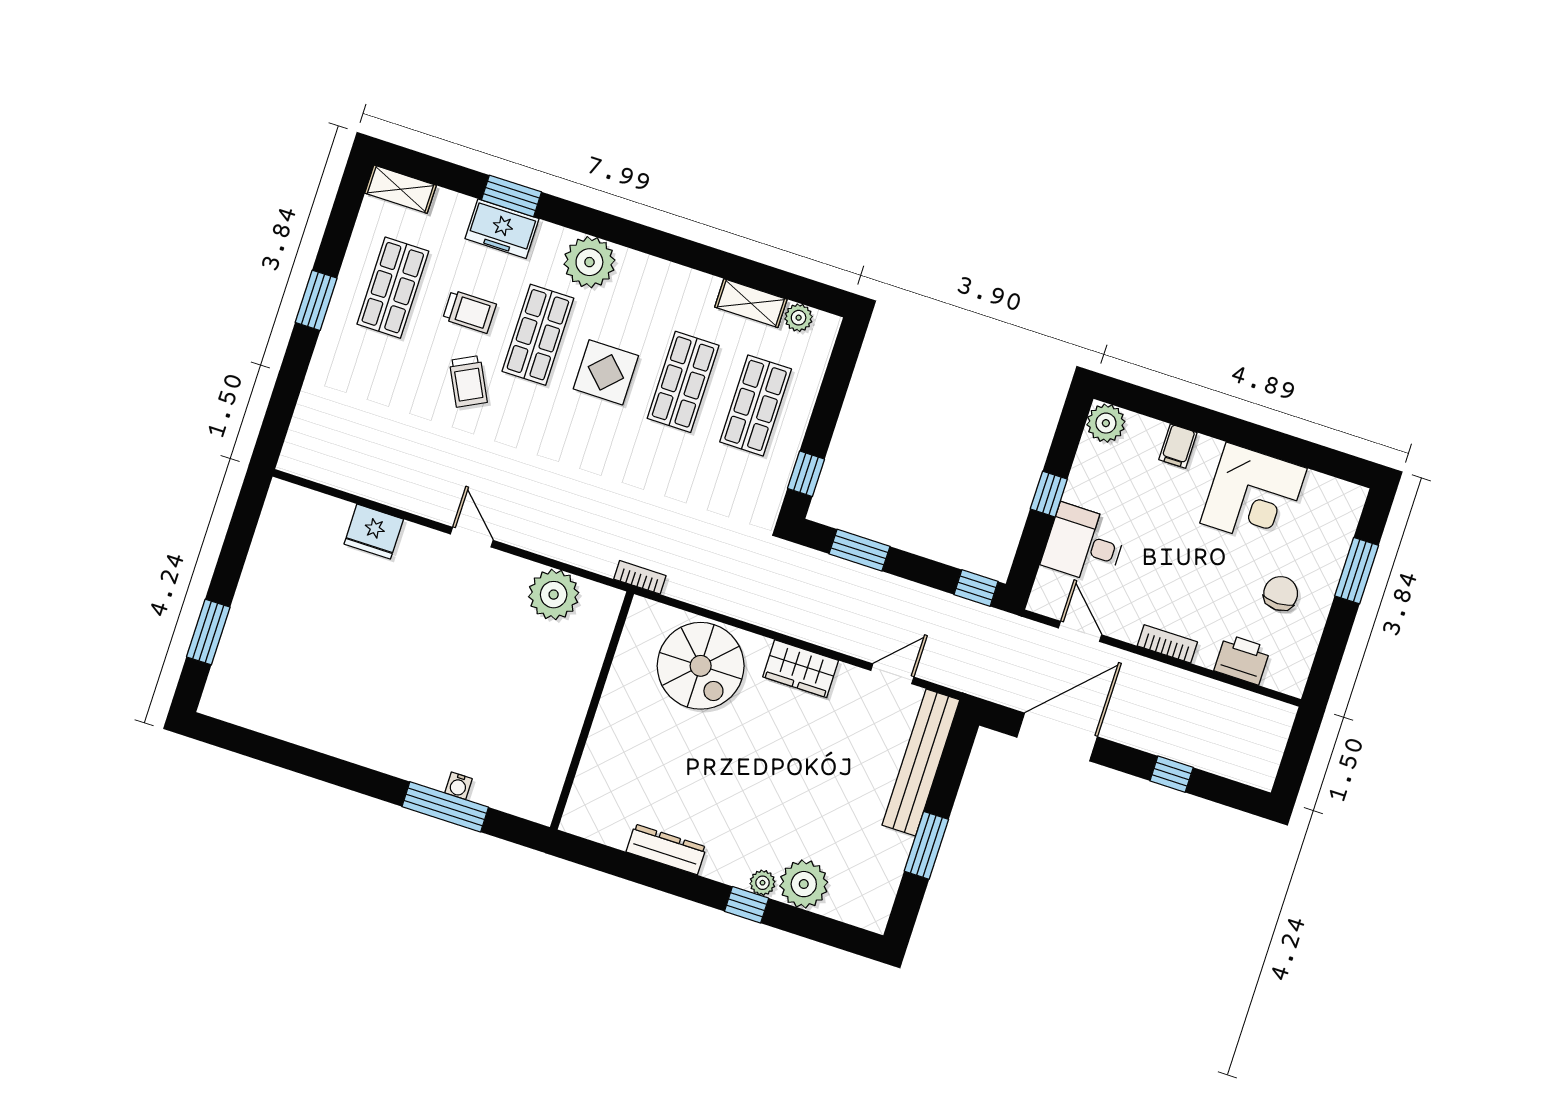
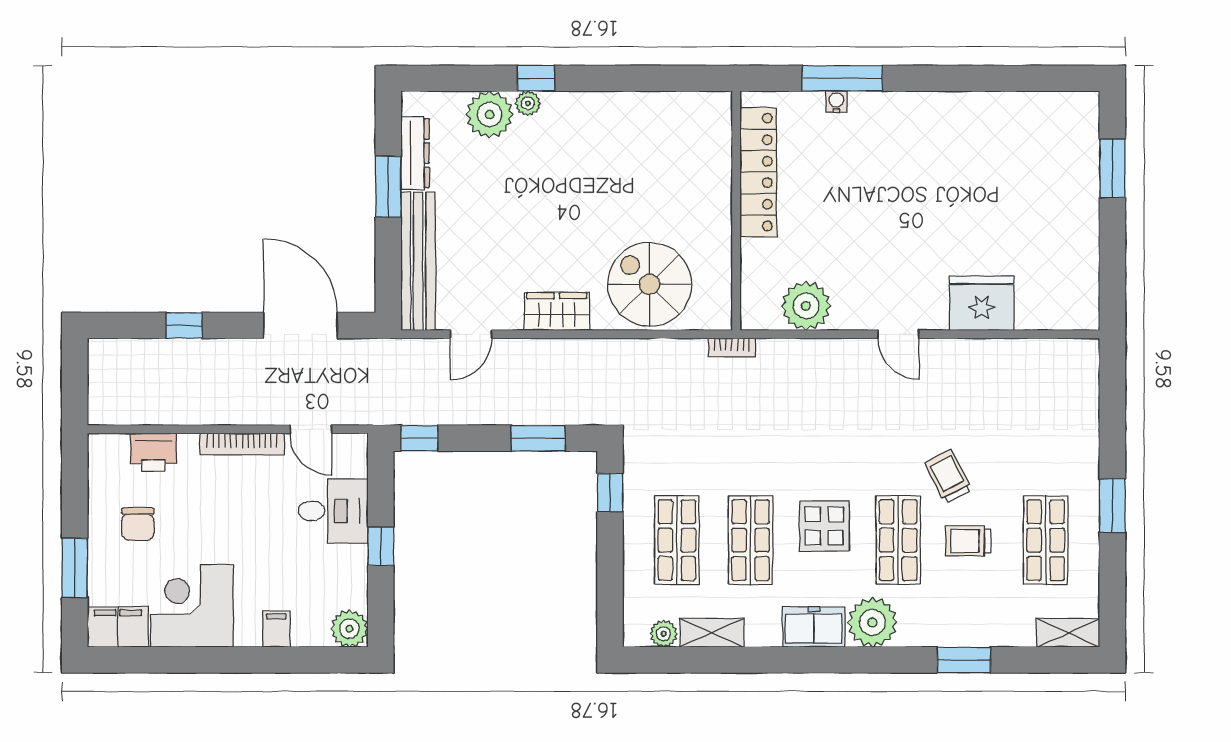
freezer: (502, 229) -> (814, 627), moved
filing cabinet: (1333, 499) -> (118, 627), added
fridge: (374, 532) -> (982, 303), width x1.36, depth x1.34
bookcase: (1167, 644) -> (242, 444), width x1.56
door: (1057, 737) -> (300, 325), swing flipped
locker: (558, 742) -> (758, 172), added
dresser: (666, 849) -> (415, 153), moved, turned -90

